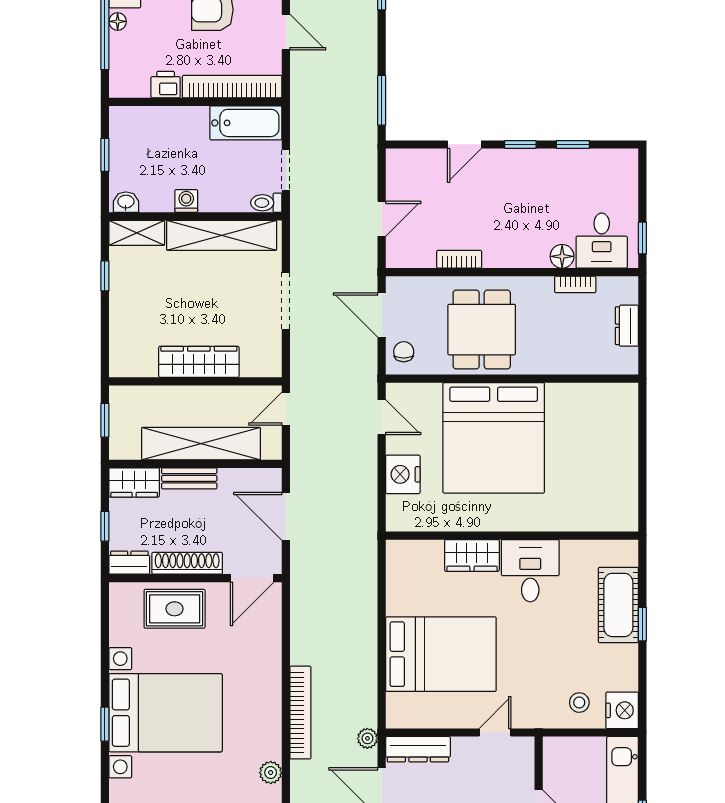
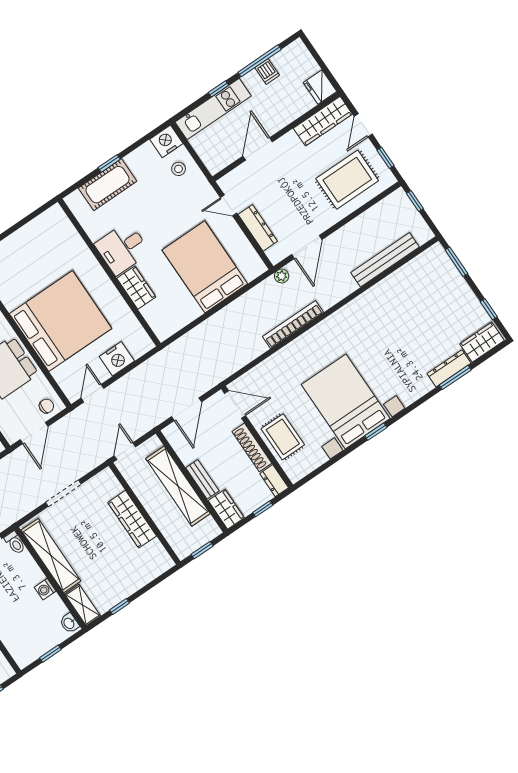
chair: (404, 352) -> (46, 406), turned 180
door: (286, 409) -> (125, 451), swing flipped
dresser: (418, 749) -> (258, 228), moved
plant: (271, 773) -> (339, 318), removed

